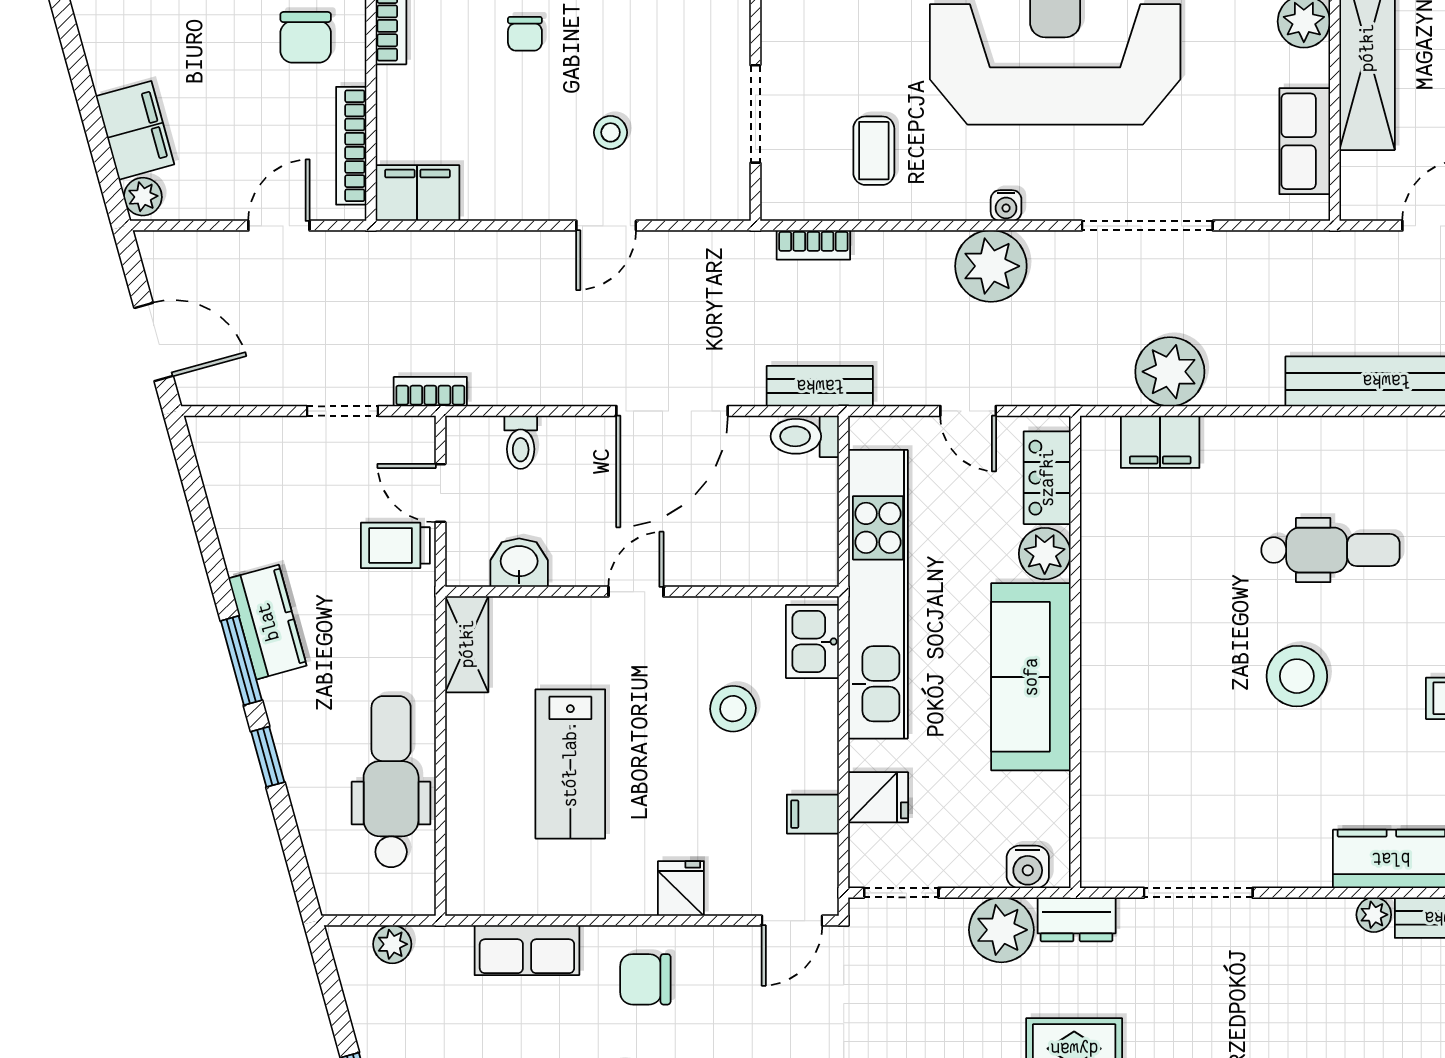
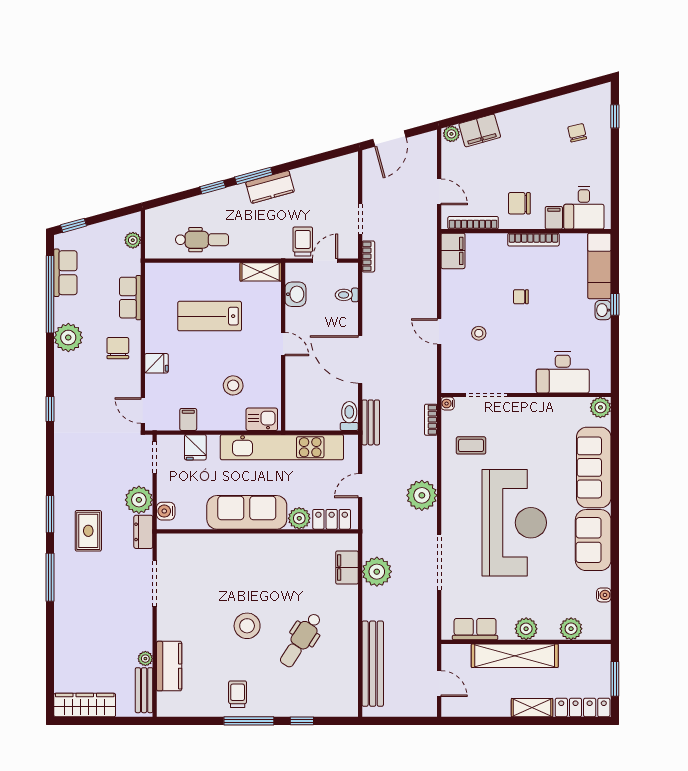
water cooler: (1006, 206) -> (448, 404), moved
dental chair: (1330, 550) -> (301, 640), turned 33
dental chair: (391, 782) -> (202, 240), width x0.73, depth x0.72

